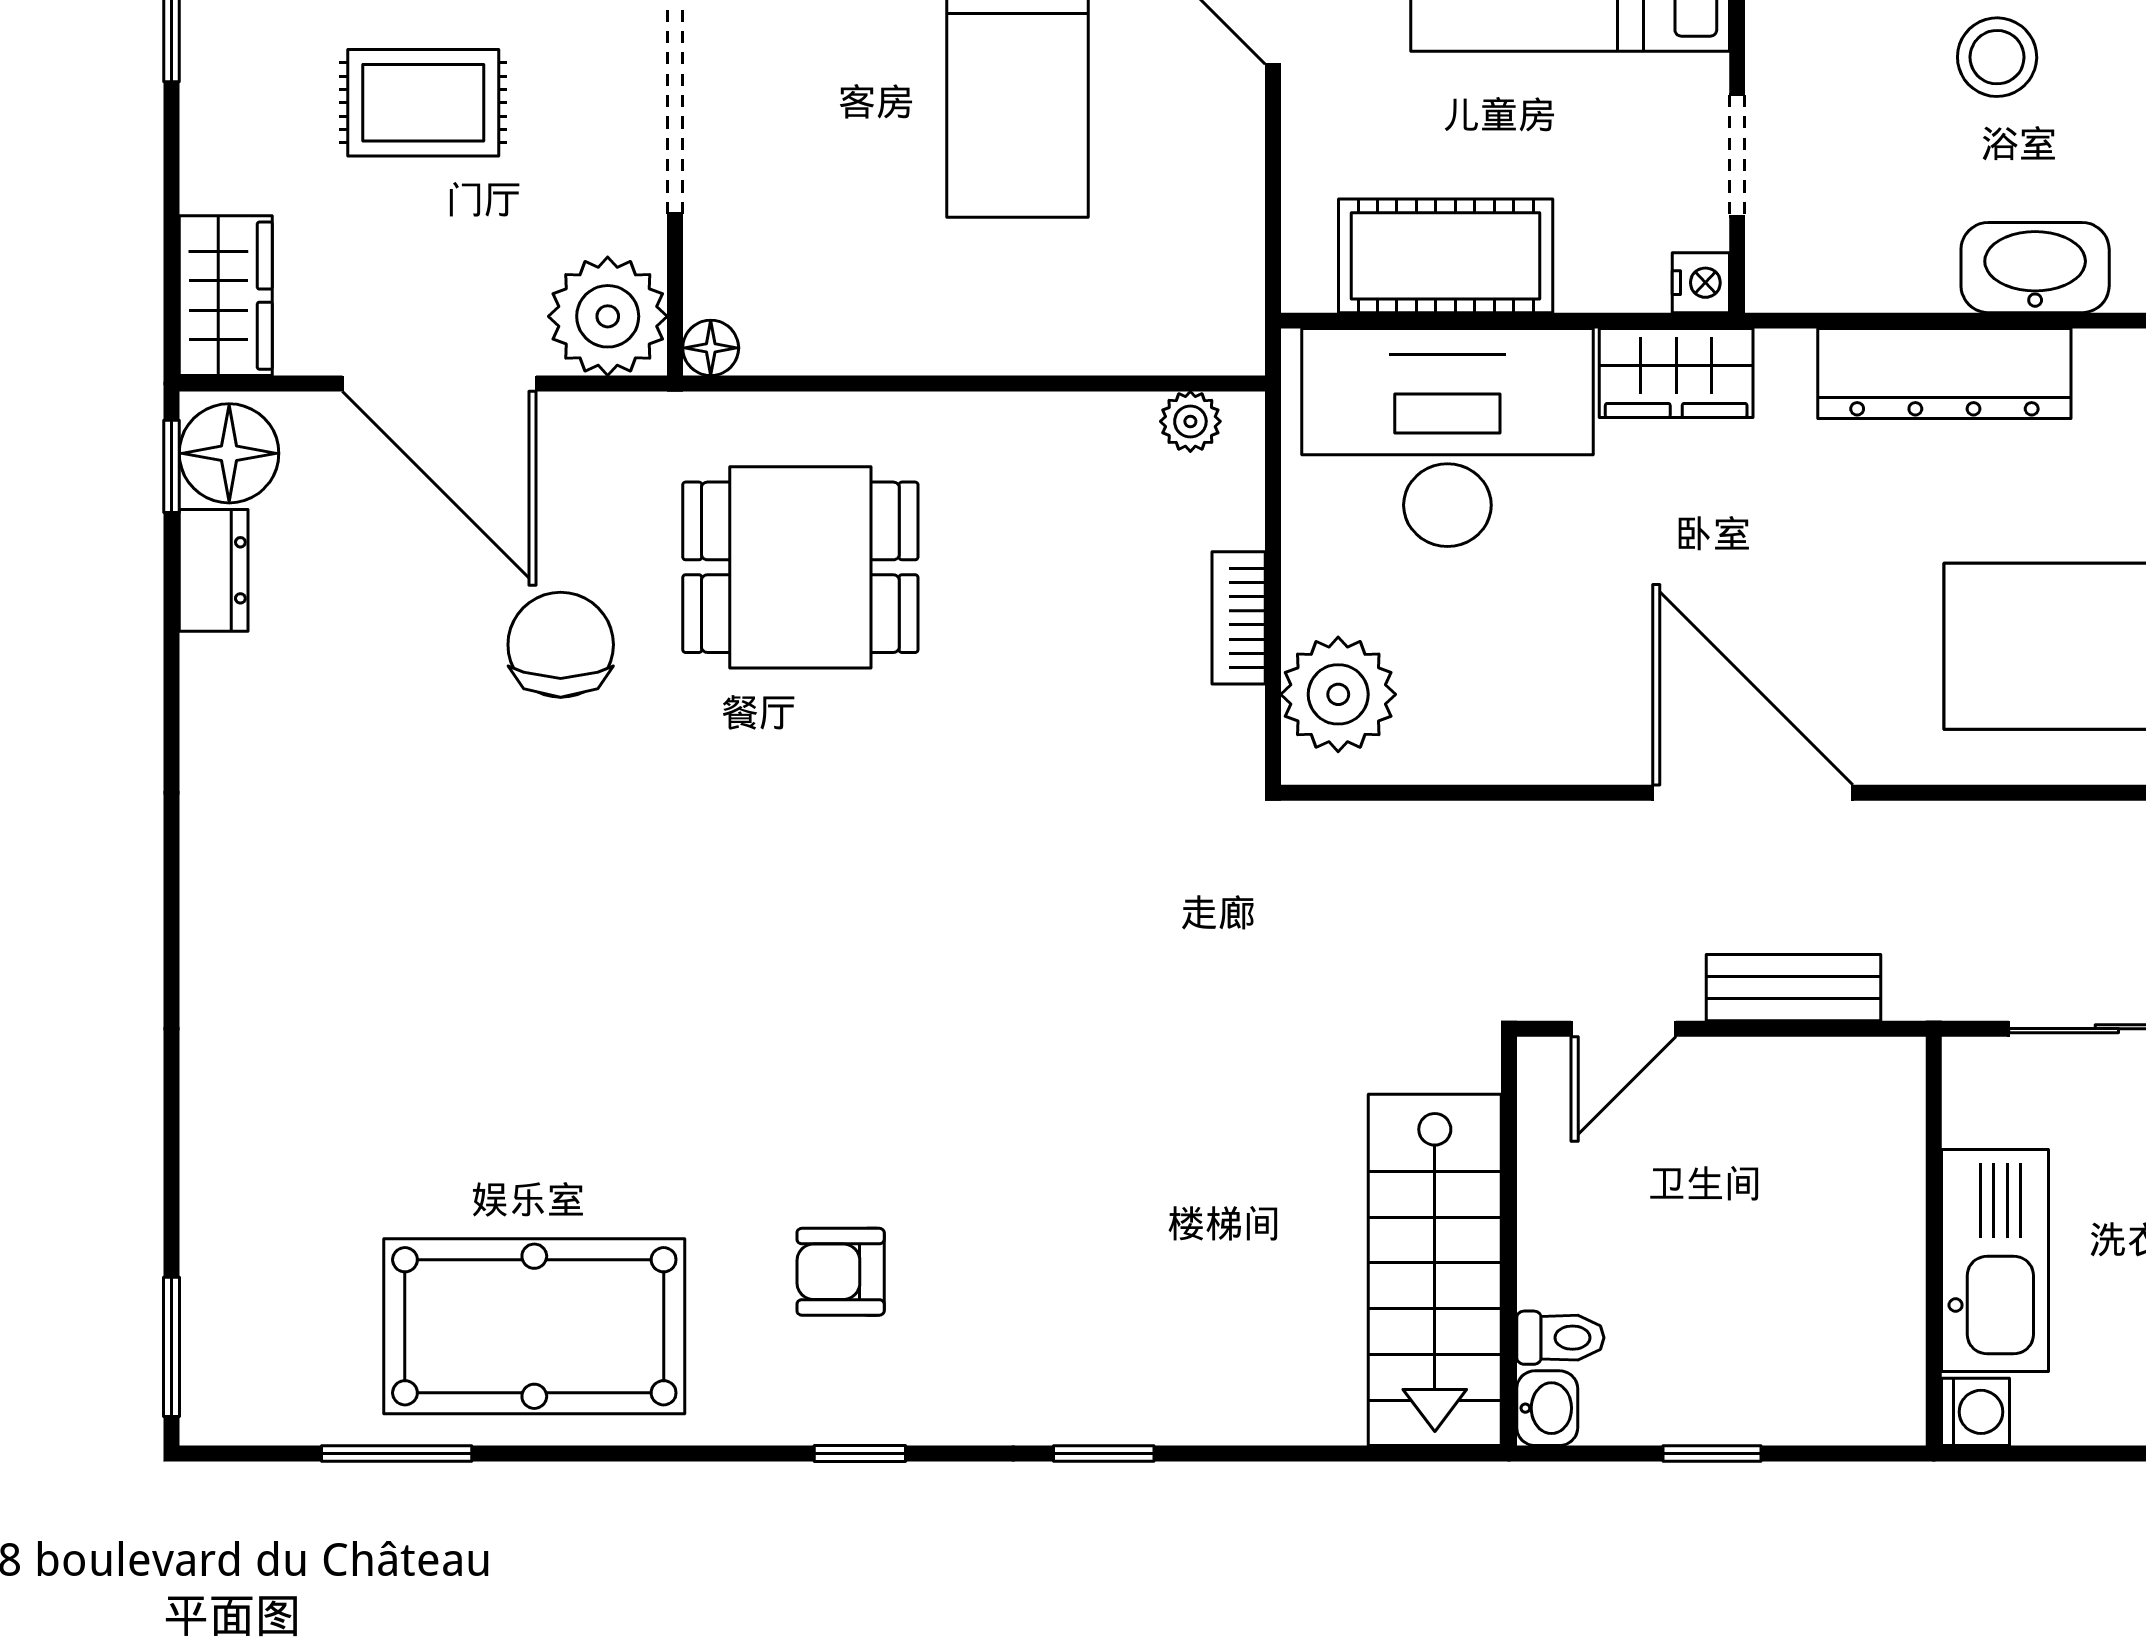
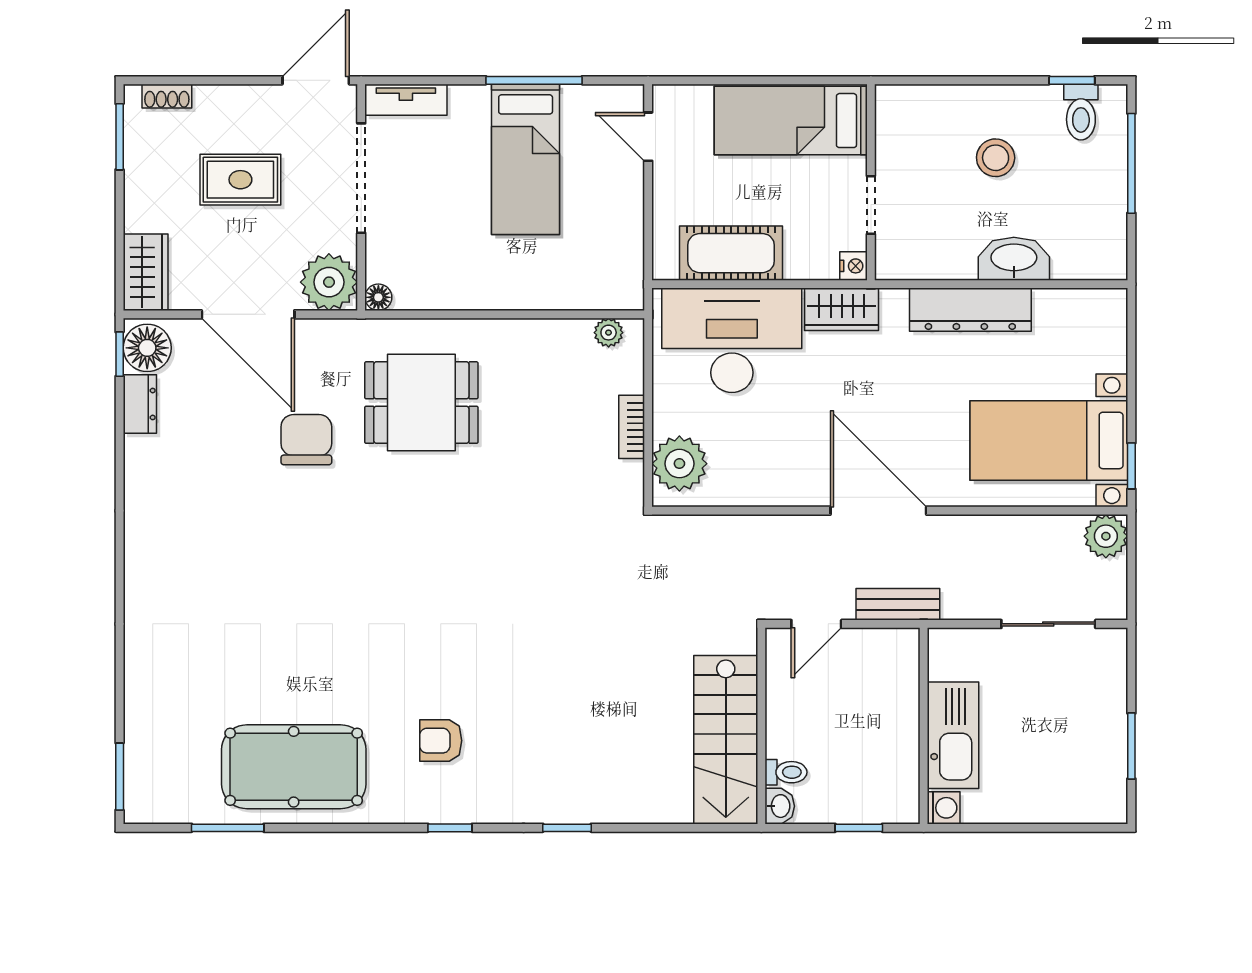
wall: (1934, 1241) -> (924, 726), moved
kitchen sink: (1995, 1261) -> (953, 735), moved
washing machine: (1976, 1412) -> (944, 808), moved

